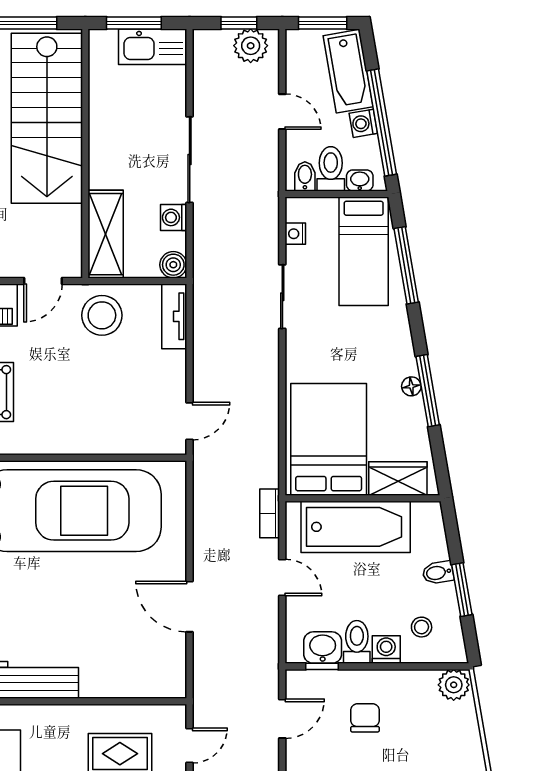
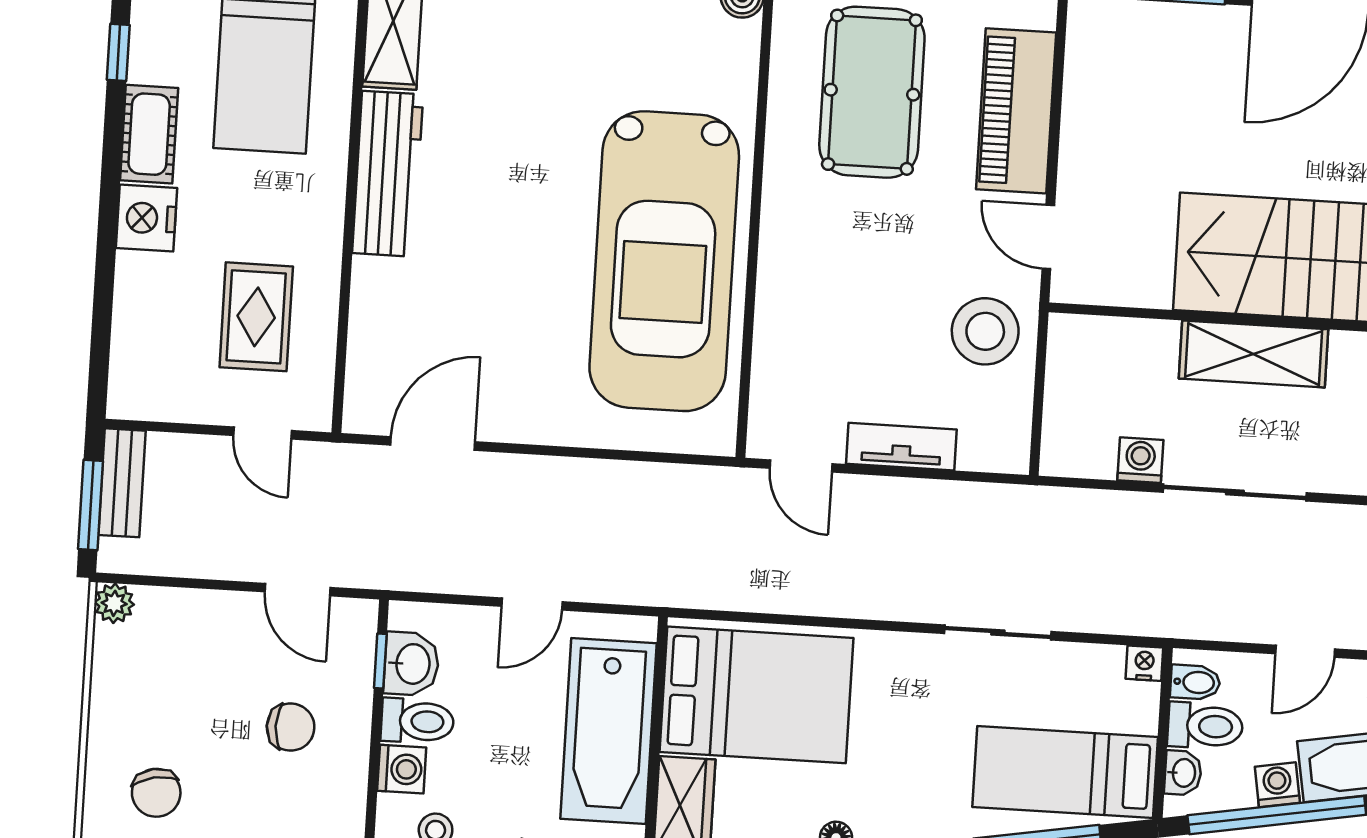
shelving: (106, 234) -> (1254, 354), moved
nightstand: (295, 234) -> (1144, 663), moved
boiler: (173, 265) -> (1062, 455), removed
tv unit: (174, 316) -> (901, 447), moved
bookcase: (270, 513) -> (640, 589), removed
door: (190, 607) -> (433, 443), moved

